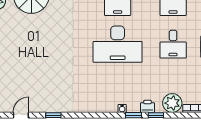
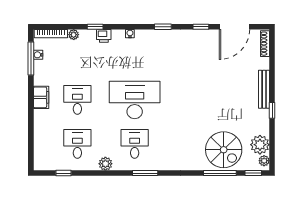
plant: (172, 103) -> (74, 35), width x0.53, depth x0.53
door: (21, 115) -> (234, 27), width x1.87
window: (134, 115) -> (163, 27), moved

